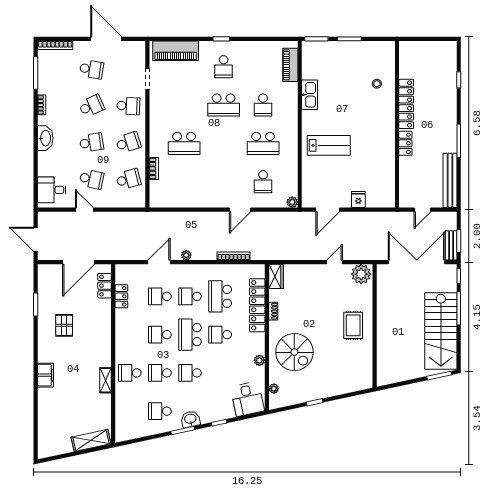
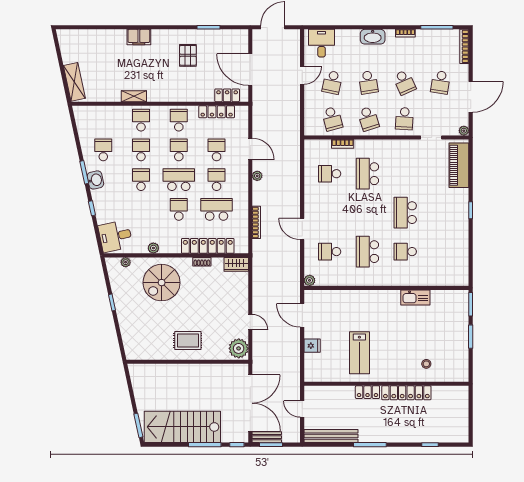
plant: (140, 46) -> (464, 131), added
piano: (290, 65) -> (445, 279), removed
school desk: (224, 67) -> (330, 174), moved
lab bench: (329, 145) -> (359, 353), moved
locker: (121, 296) -> (217, 112), width x1.53
pallet: (64, 325) -> (188, 55), turned 90
school desk: (130, 335) -> (179, 120), added

